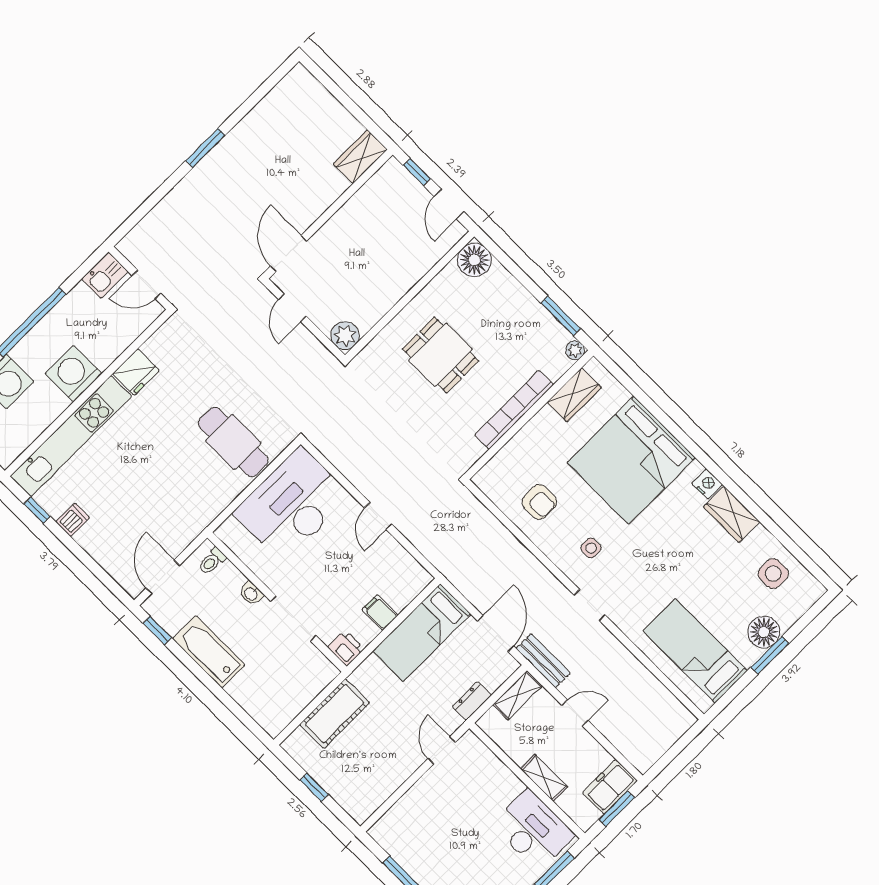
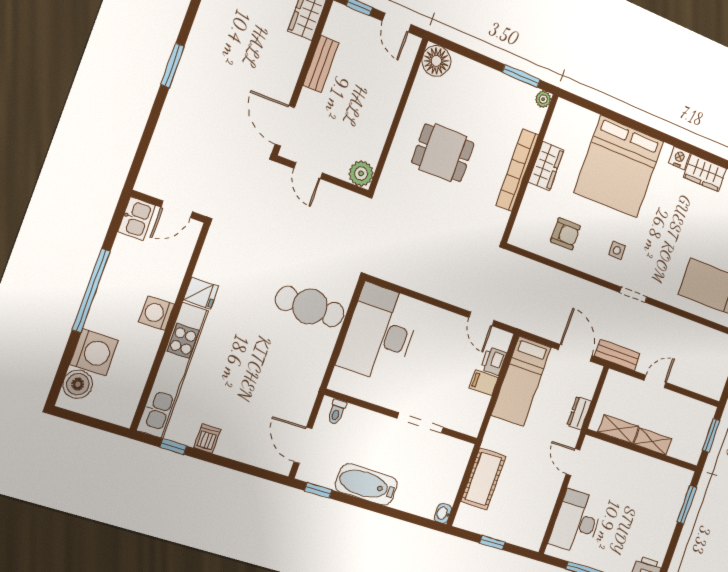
bench: (352, 210) -> (321, 64), added
fridge: (136, 372) -> (201, 293), width x0.72
washing machine: (74, 374) -> (156, 313), width x0.73, depth x0.73
wardrobe: (574, 395) -> (546, 166), moved
door: (378, 516) -> (481, 319), moved
washbasin: (251, 594) -> (443, 513), moved, turned 90
printer: (346, 648) -> (493, 361), moved, turned -90
shelving: (517, 695) -> (618, 429), moved, turned 90
freezer: (610, 787) -> (700, 422), removed
desk: (533, 830) -> (577, 522), moved, turned -90

